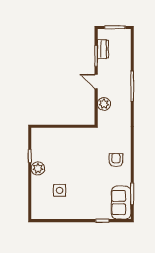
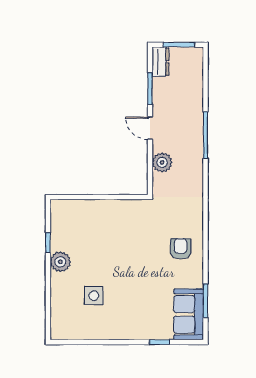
dresser: (103, 49) -> (161, 62), moved

